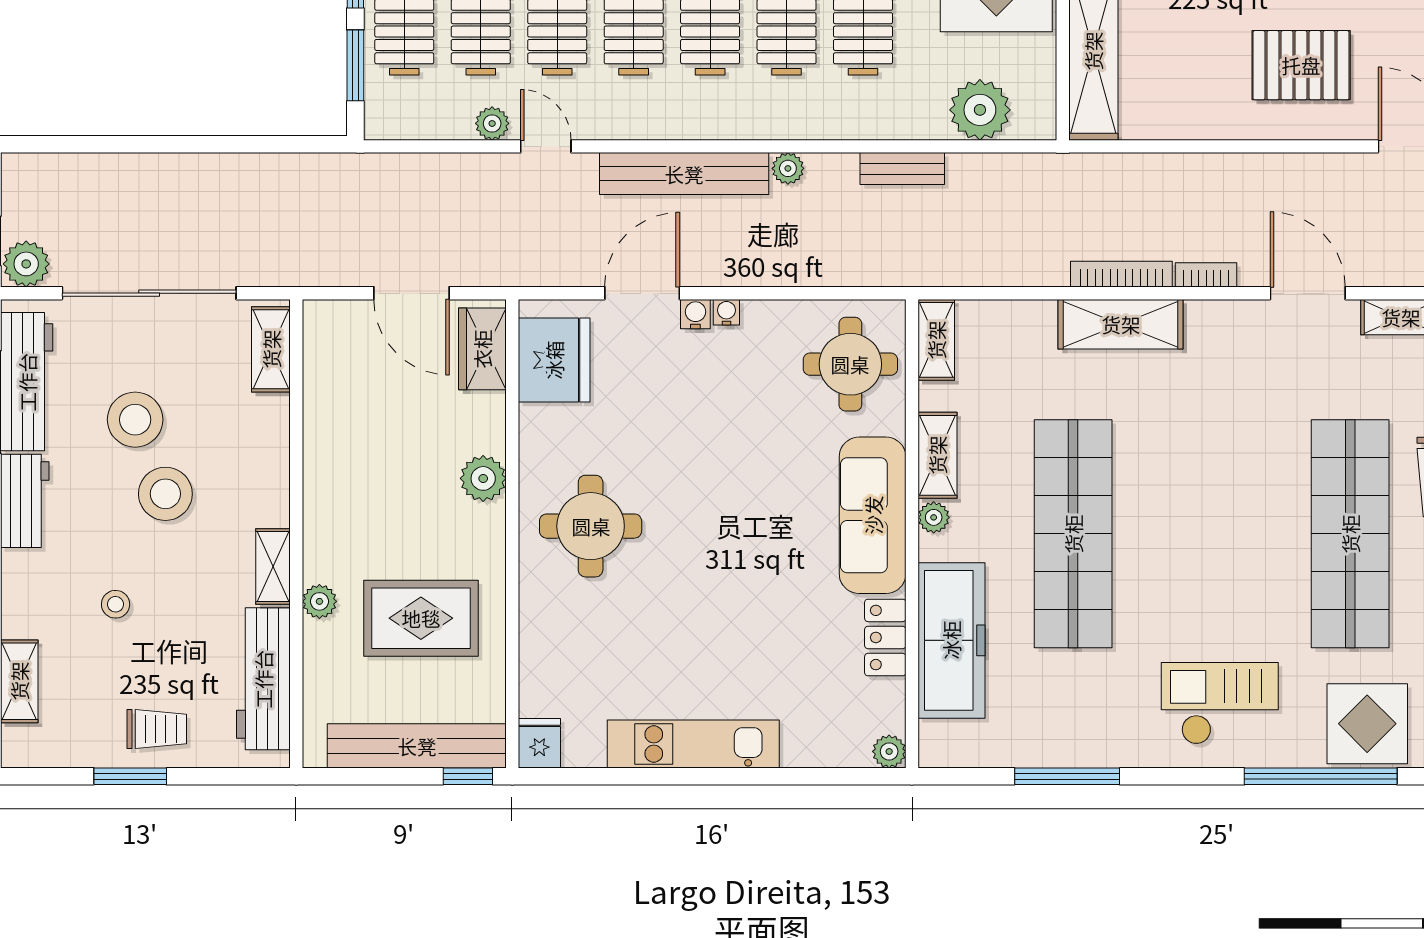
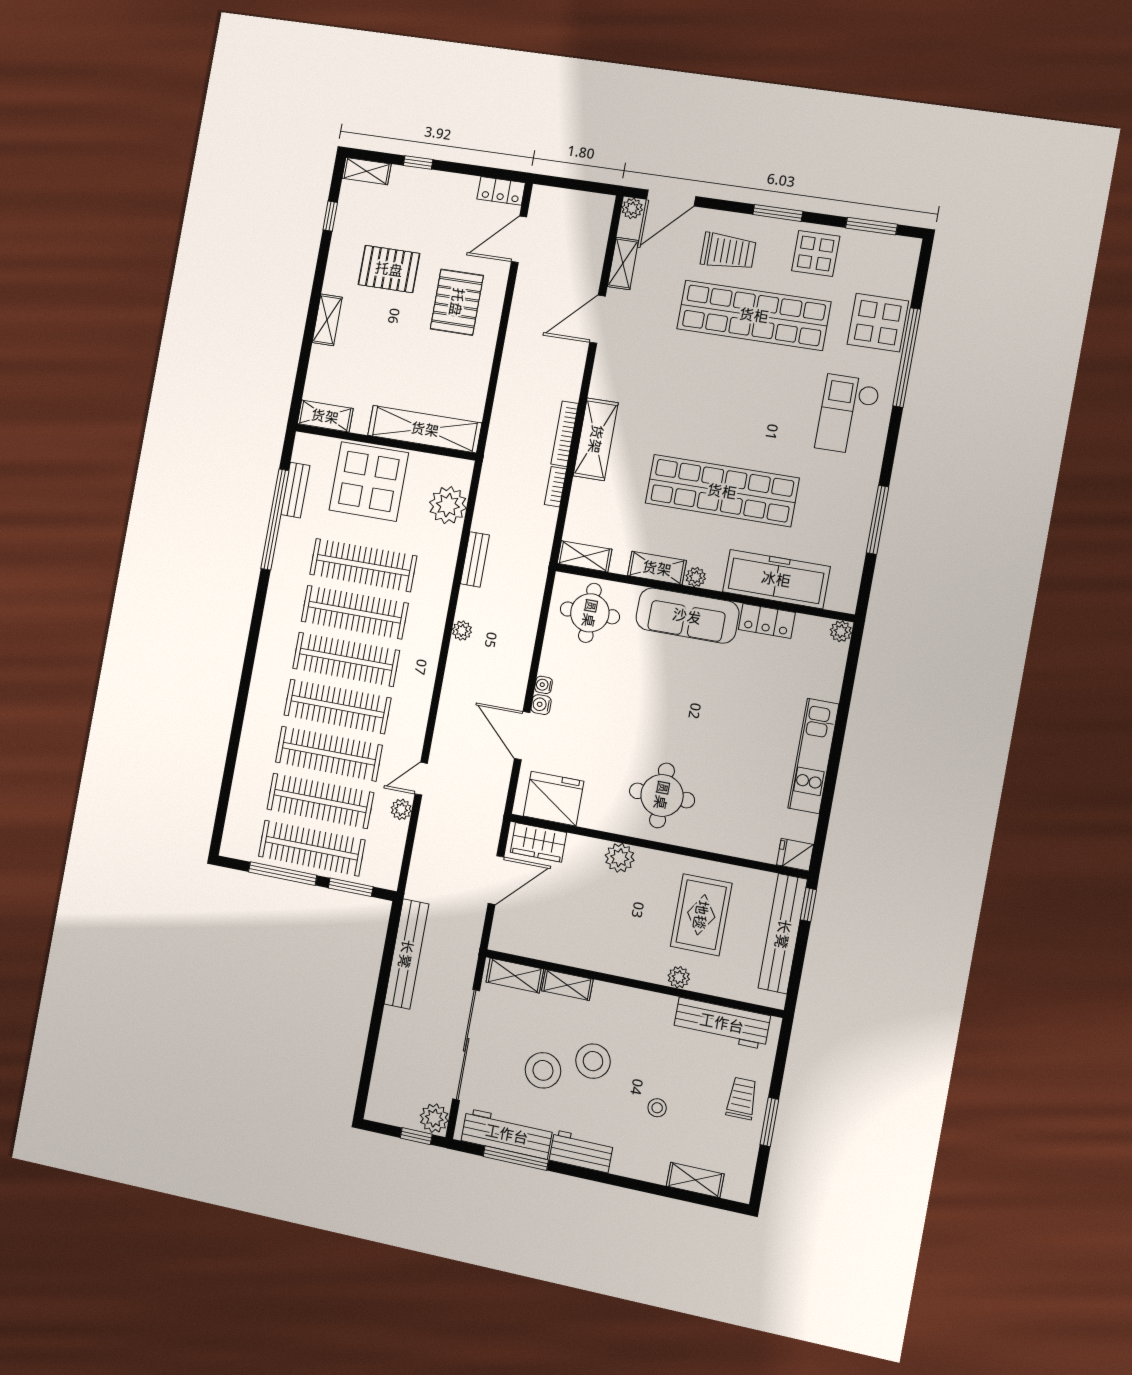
bench: (684, 174) -> (406, 954), moved
bookcase: (1206, 275) -> (555, 487), moved
shelving: (273, 566) -> (567, 985), moved

